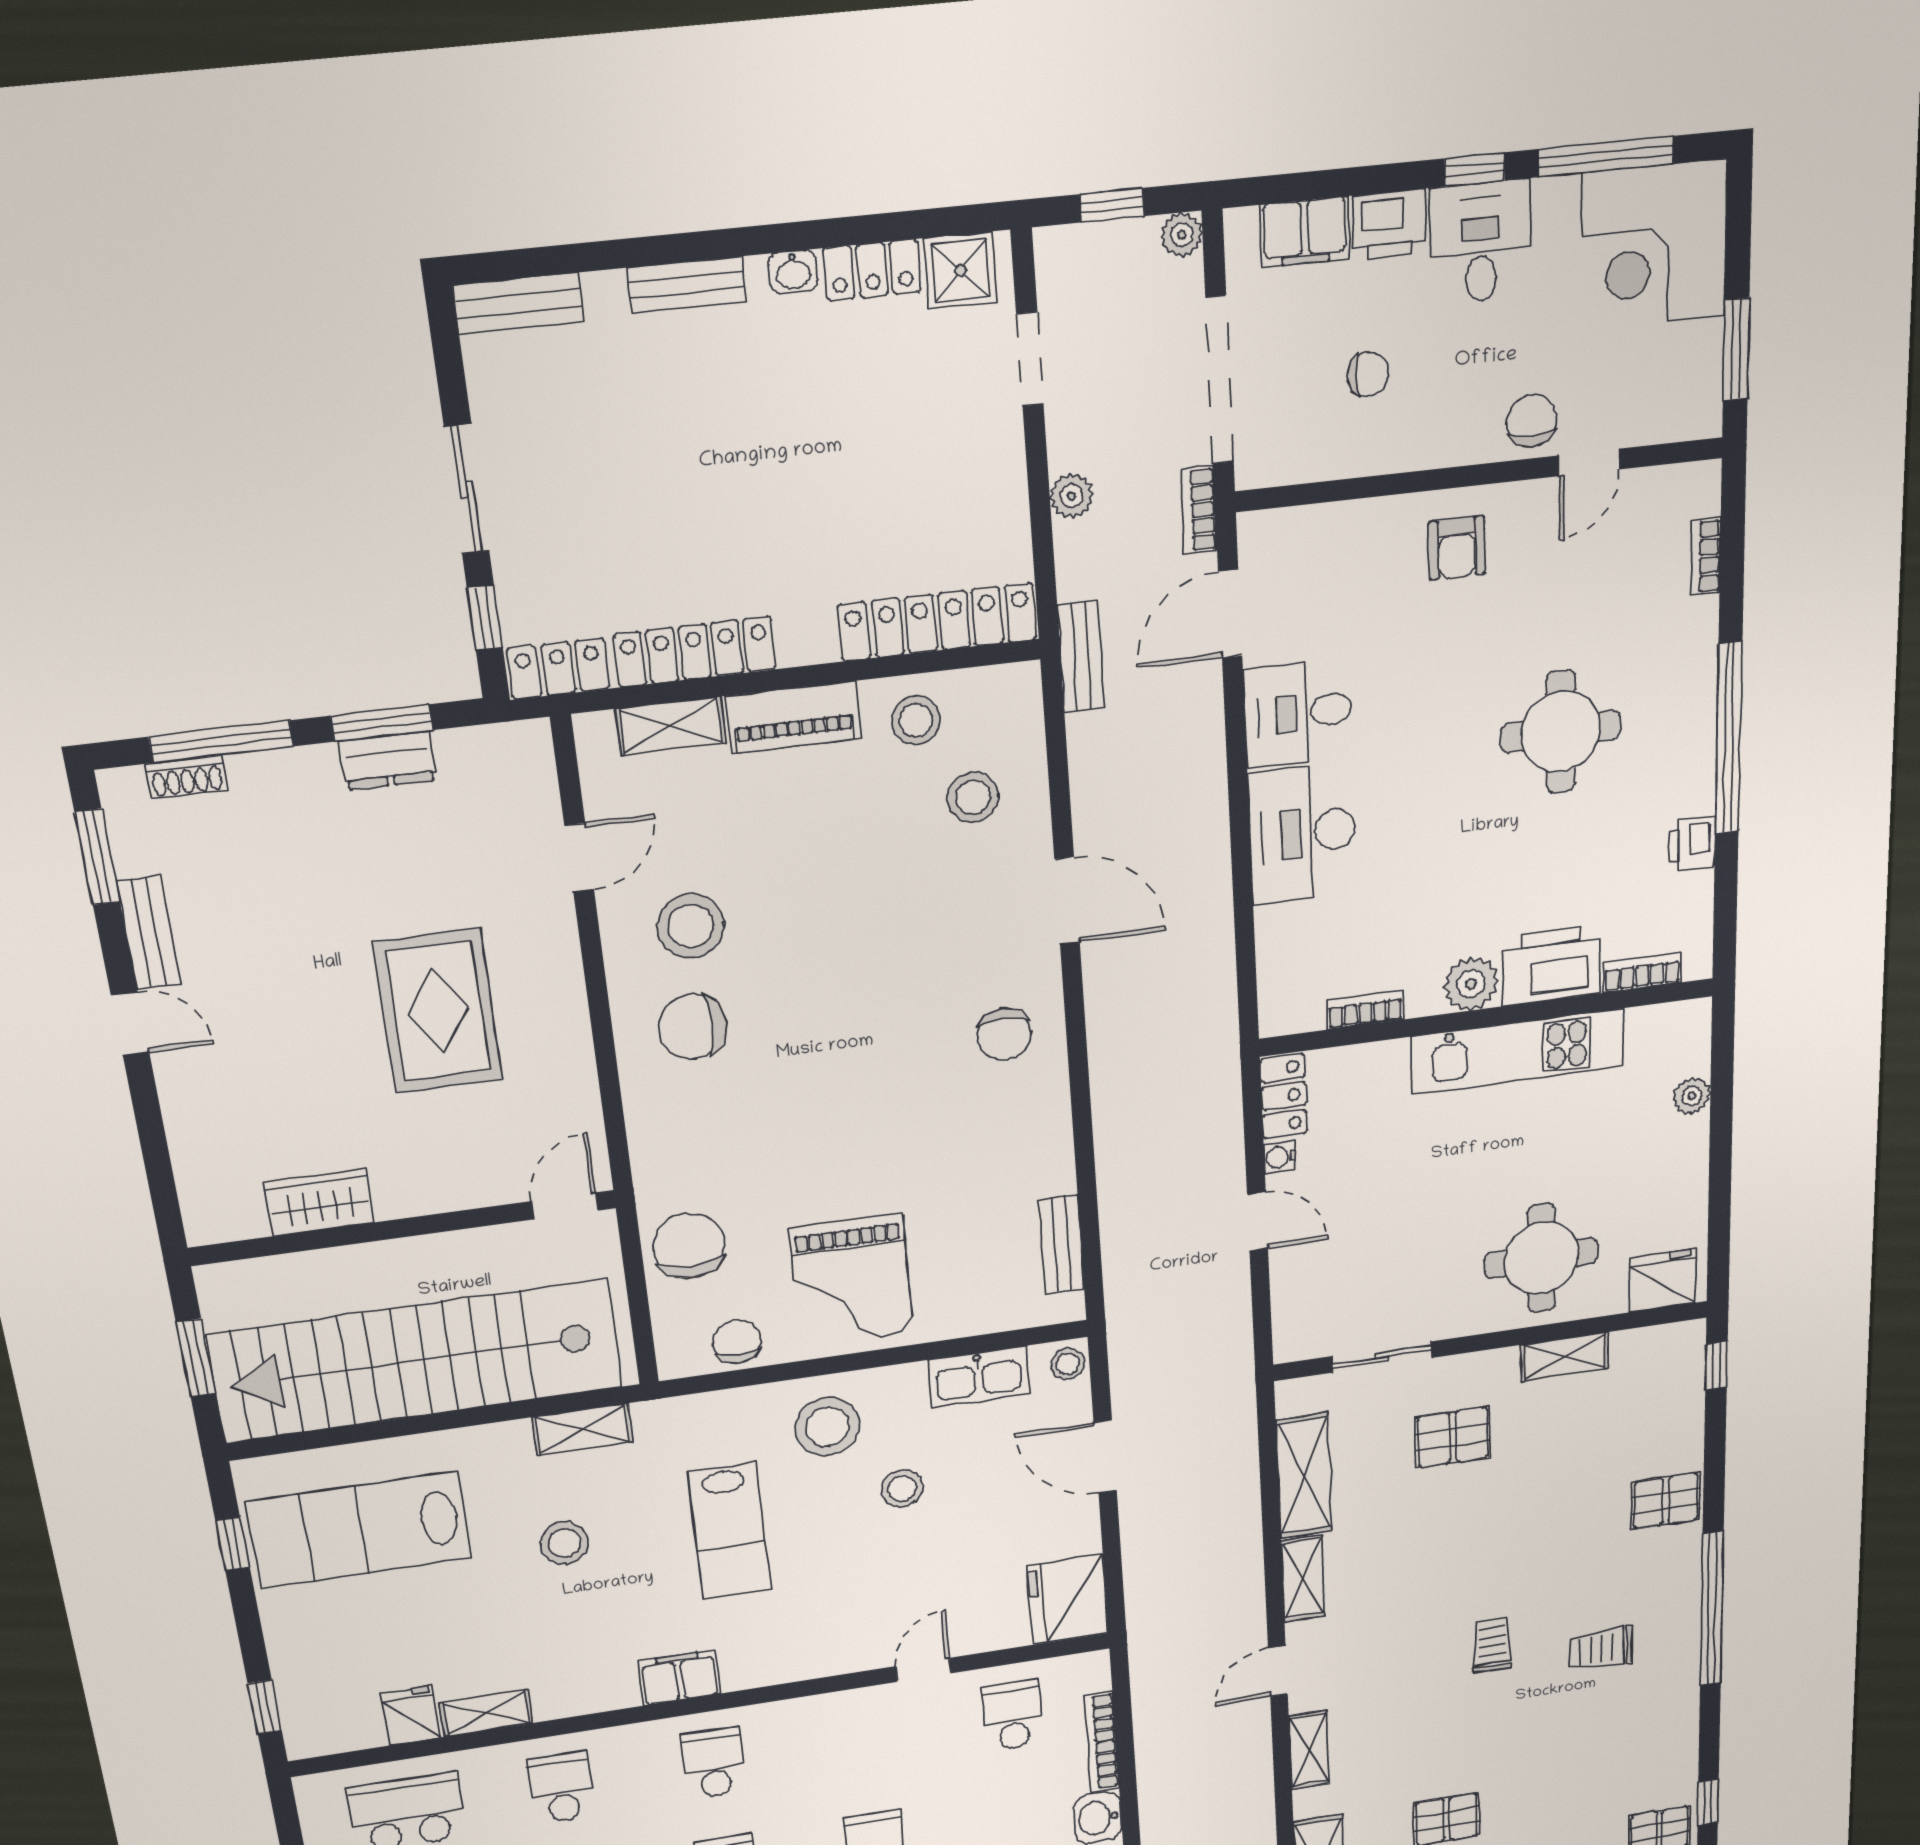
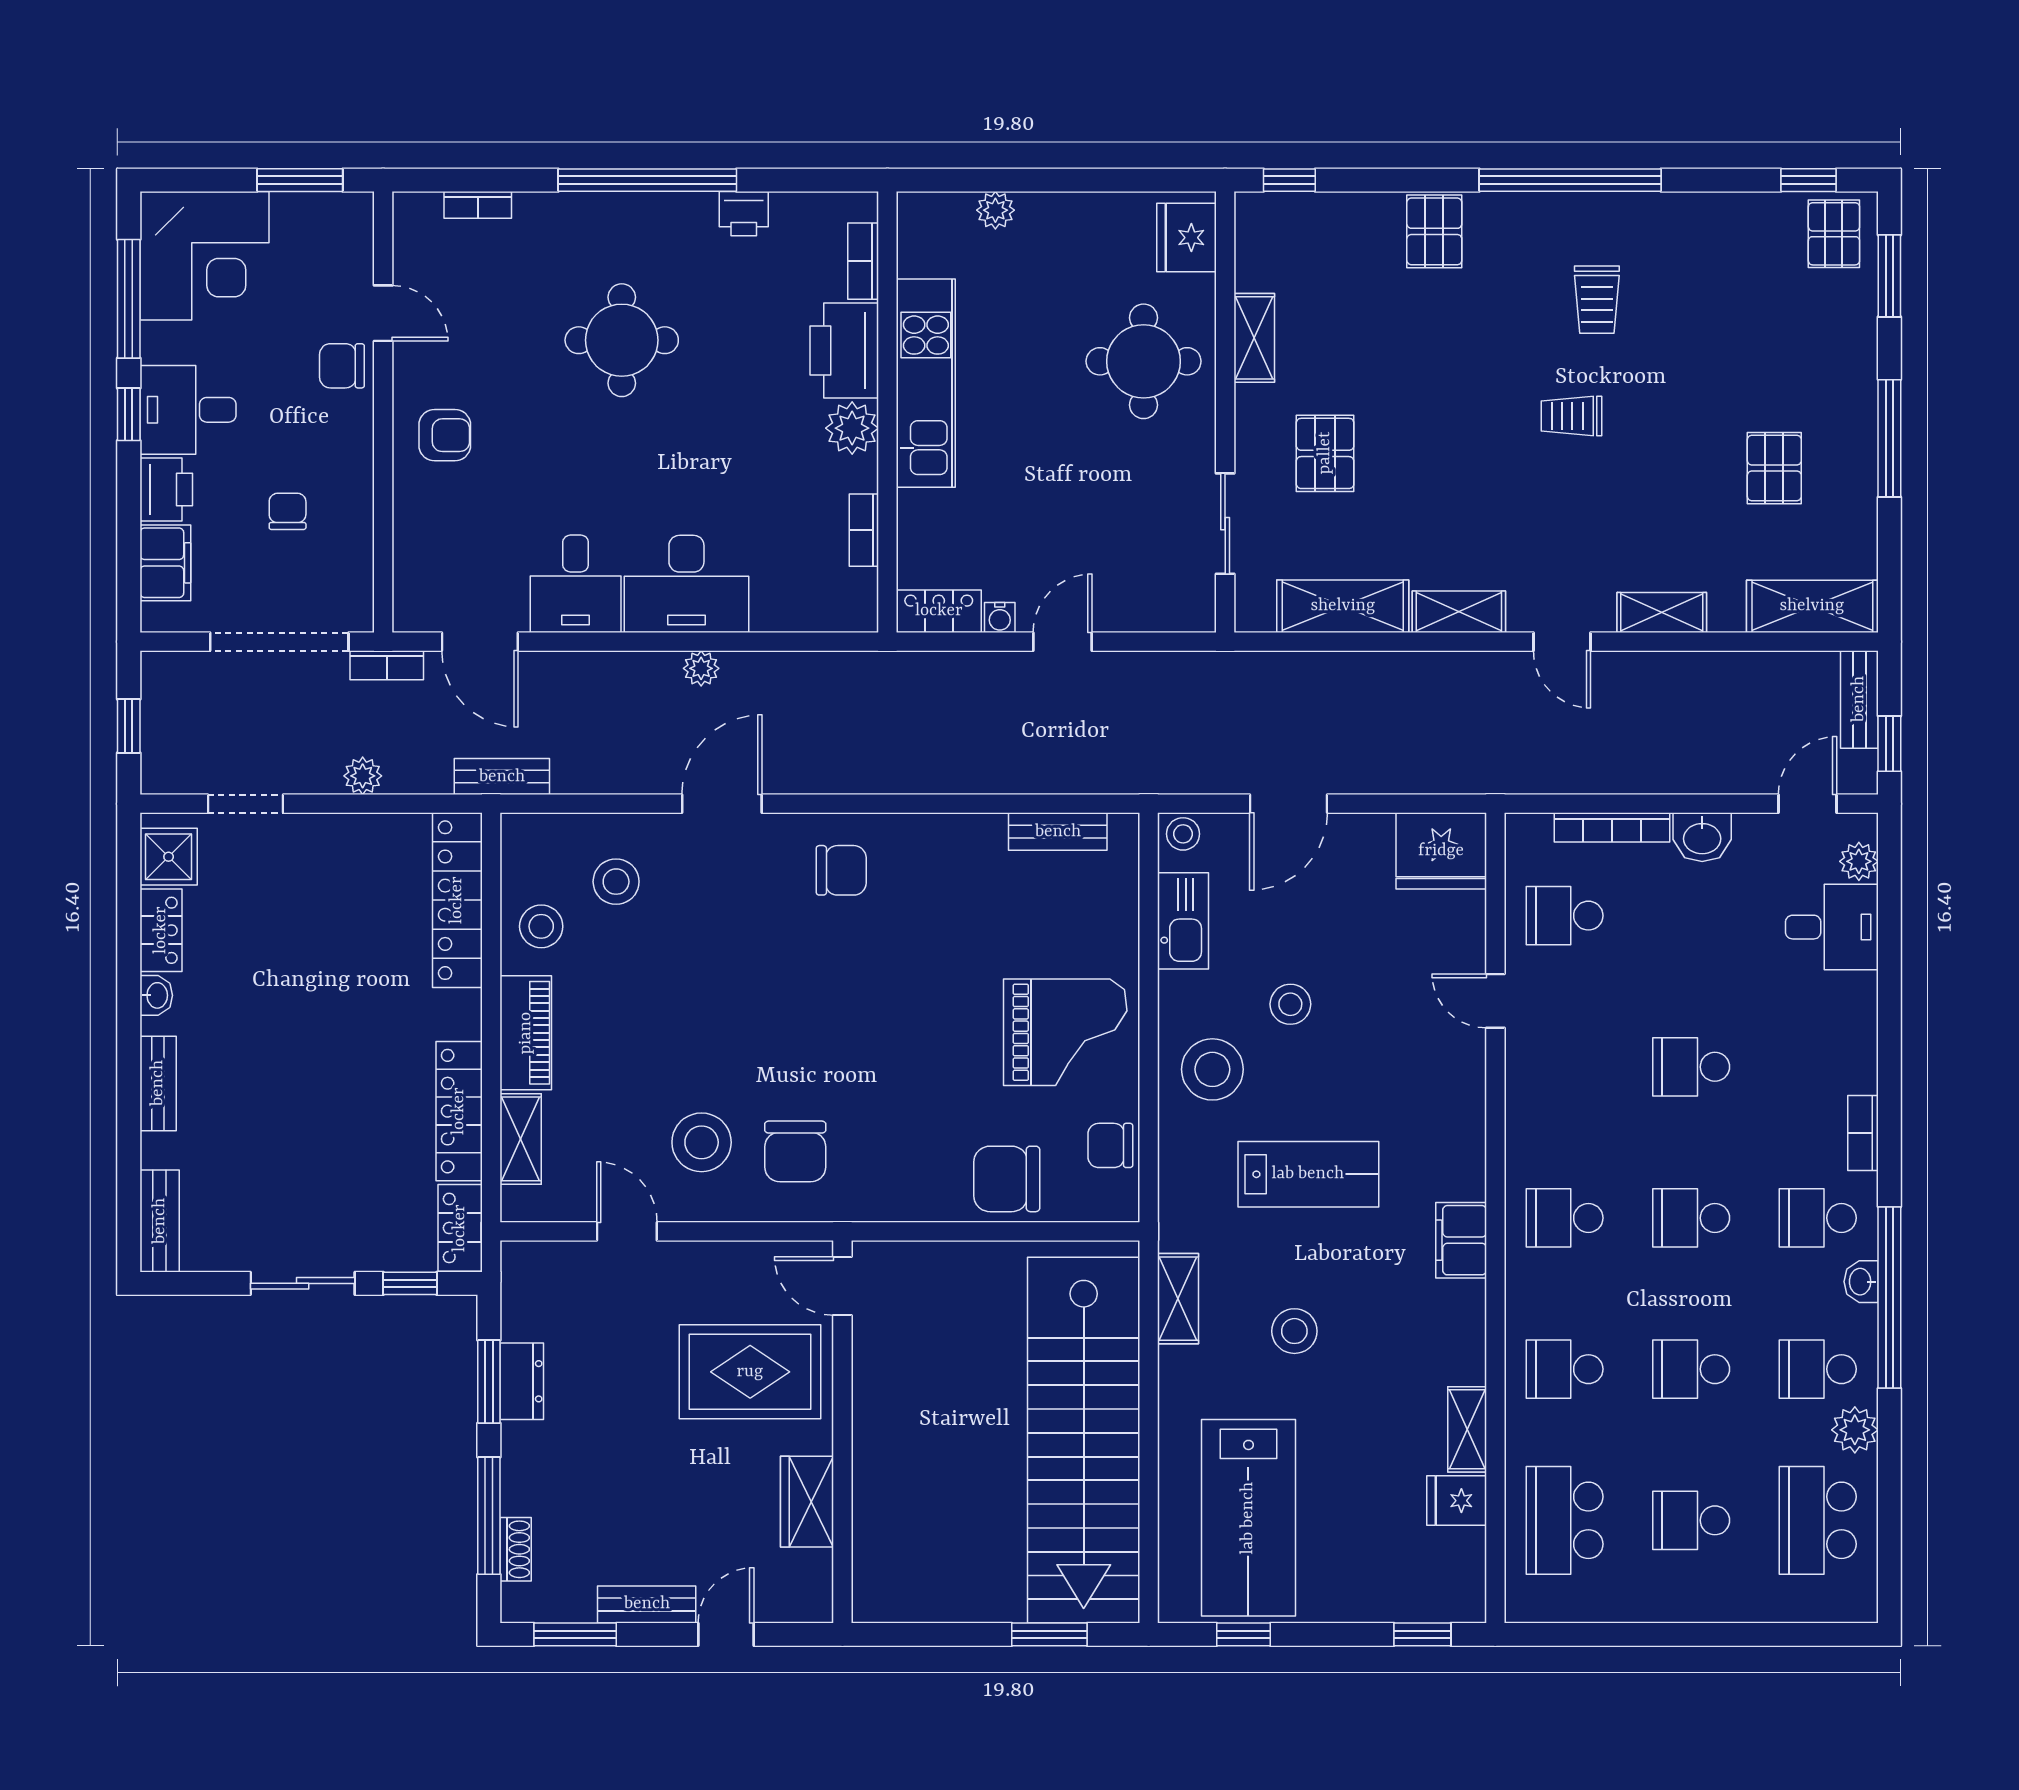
plant: (1182, 235) -> (701, 668), moved
wardrobe: (320, 1203) -> (807, 1502), moved
door: (565, 1206) -> (842, 1286), moved
wall: (404, 1228) -> (842, 1432), moved

